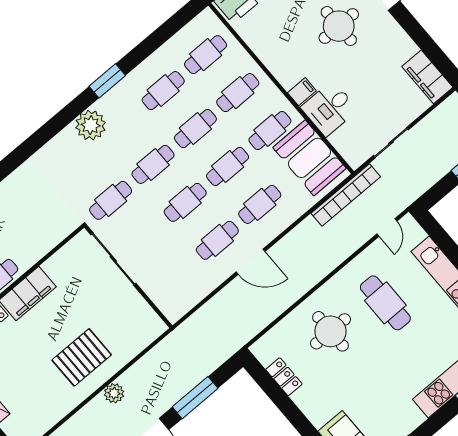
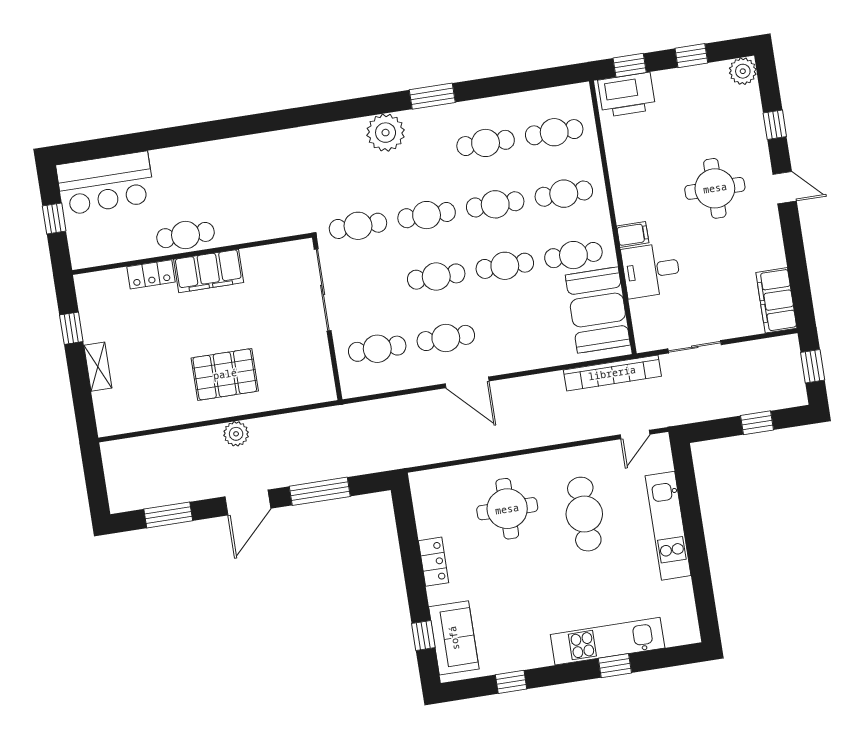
cafe table: (260, 204) -> (377, 349), moved
locker: (284, 377) -> (434, 562), moved

